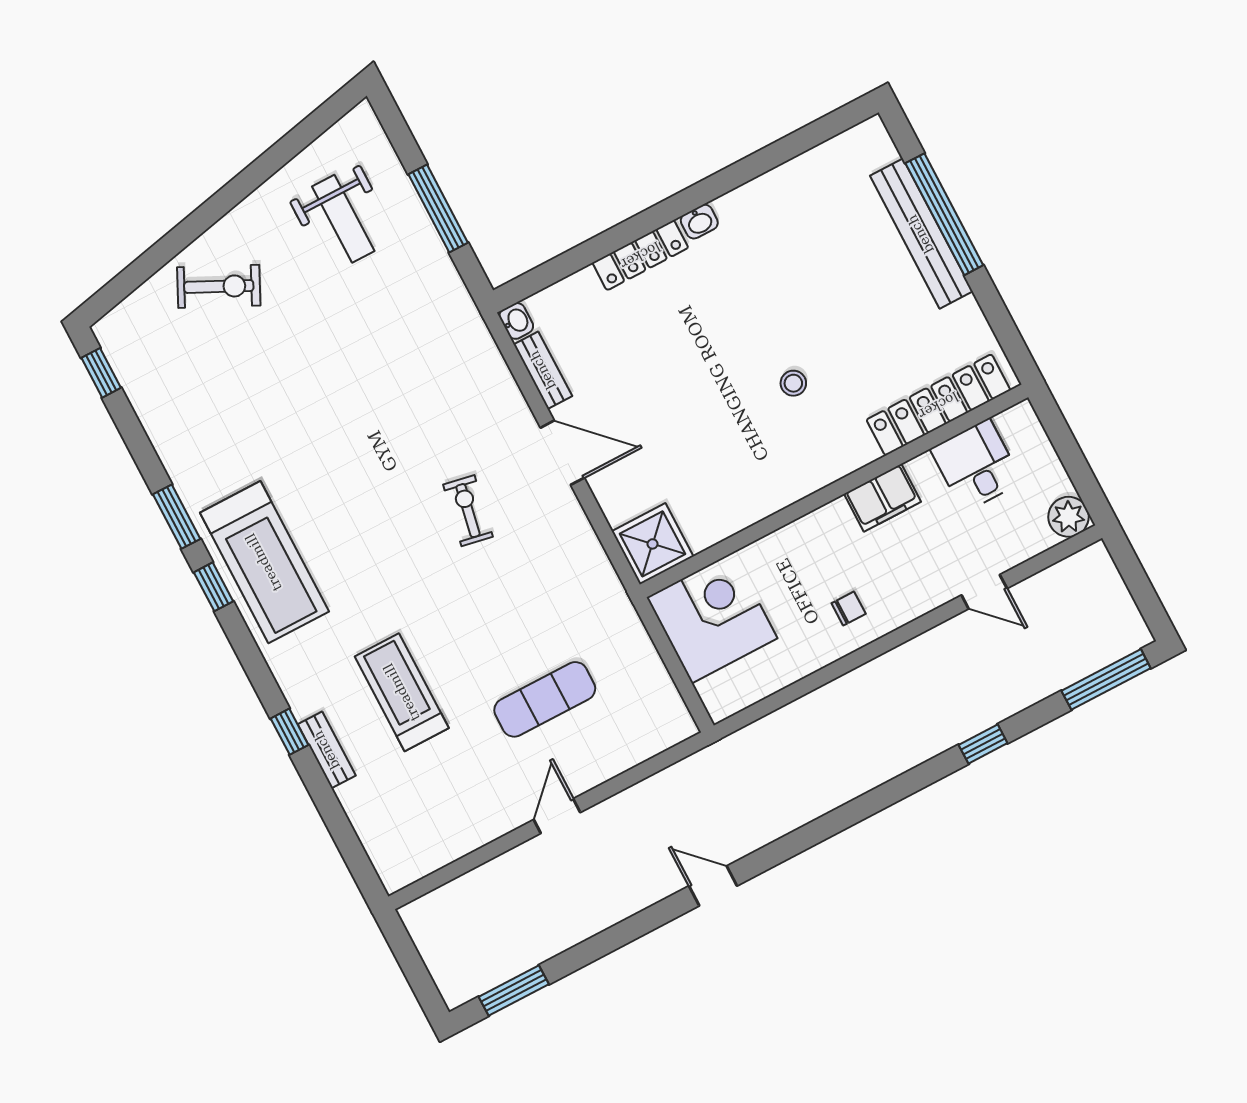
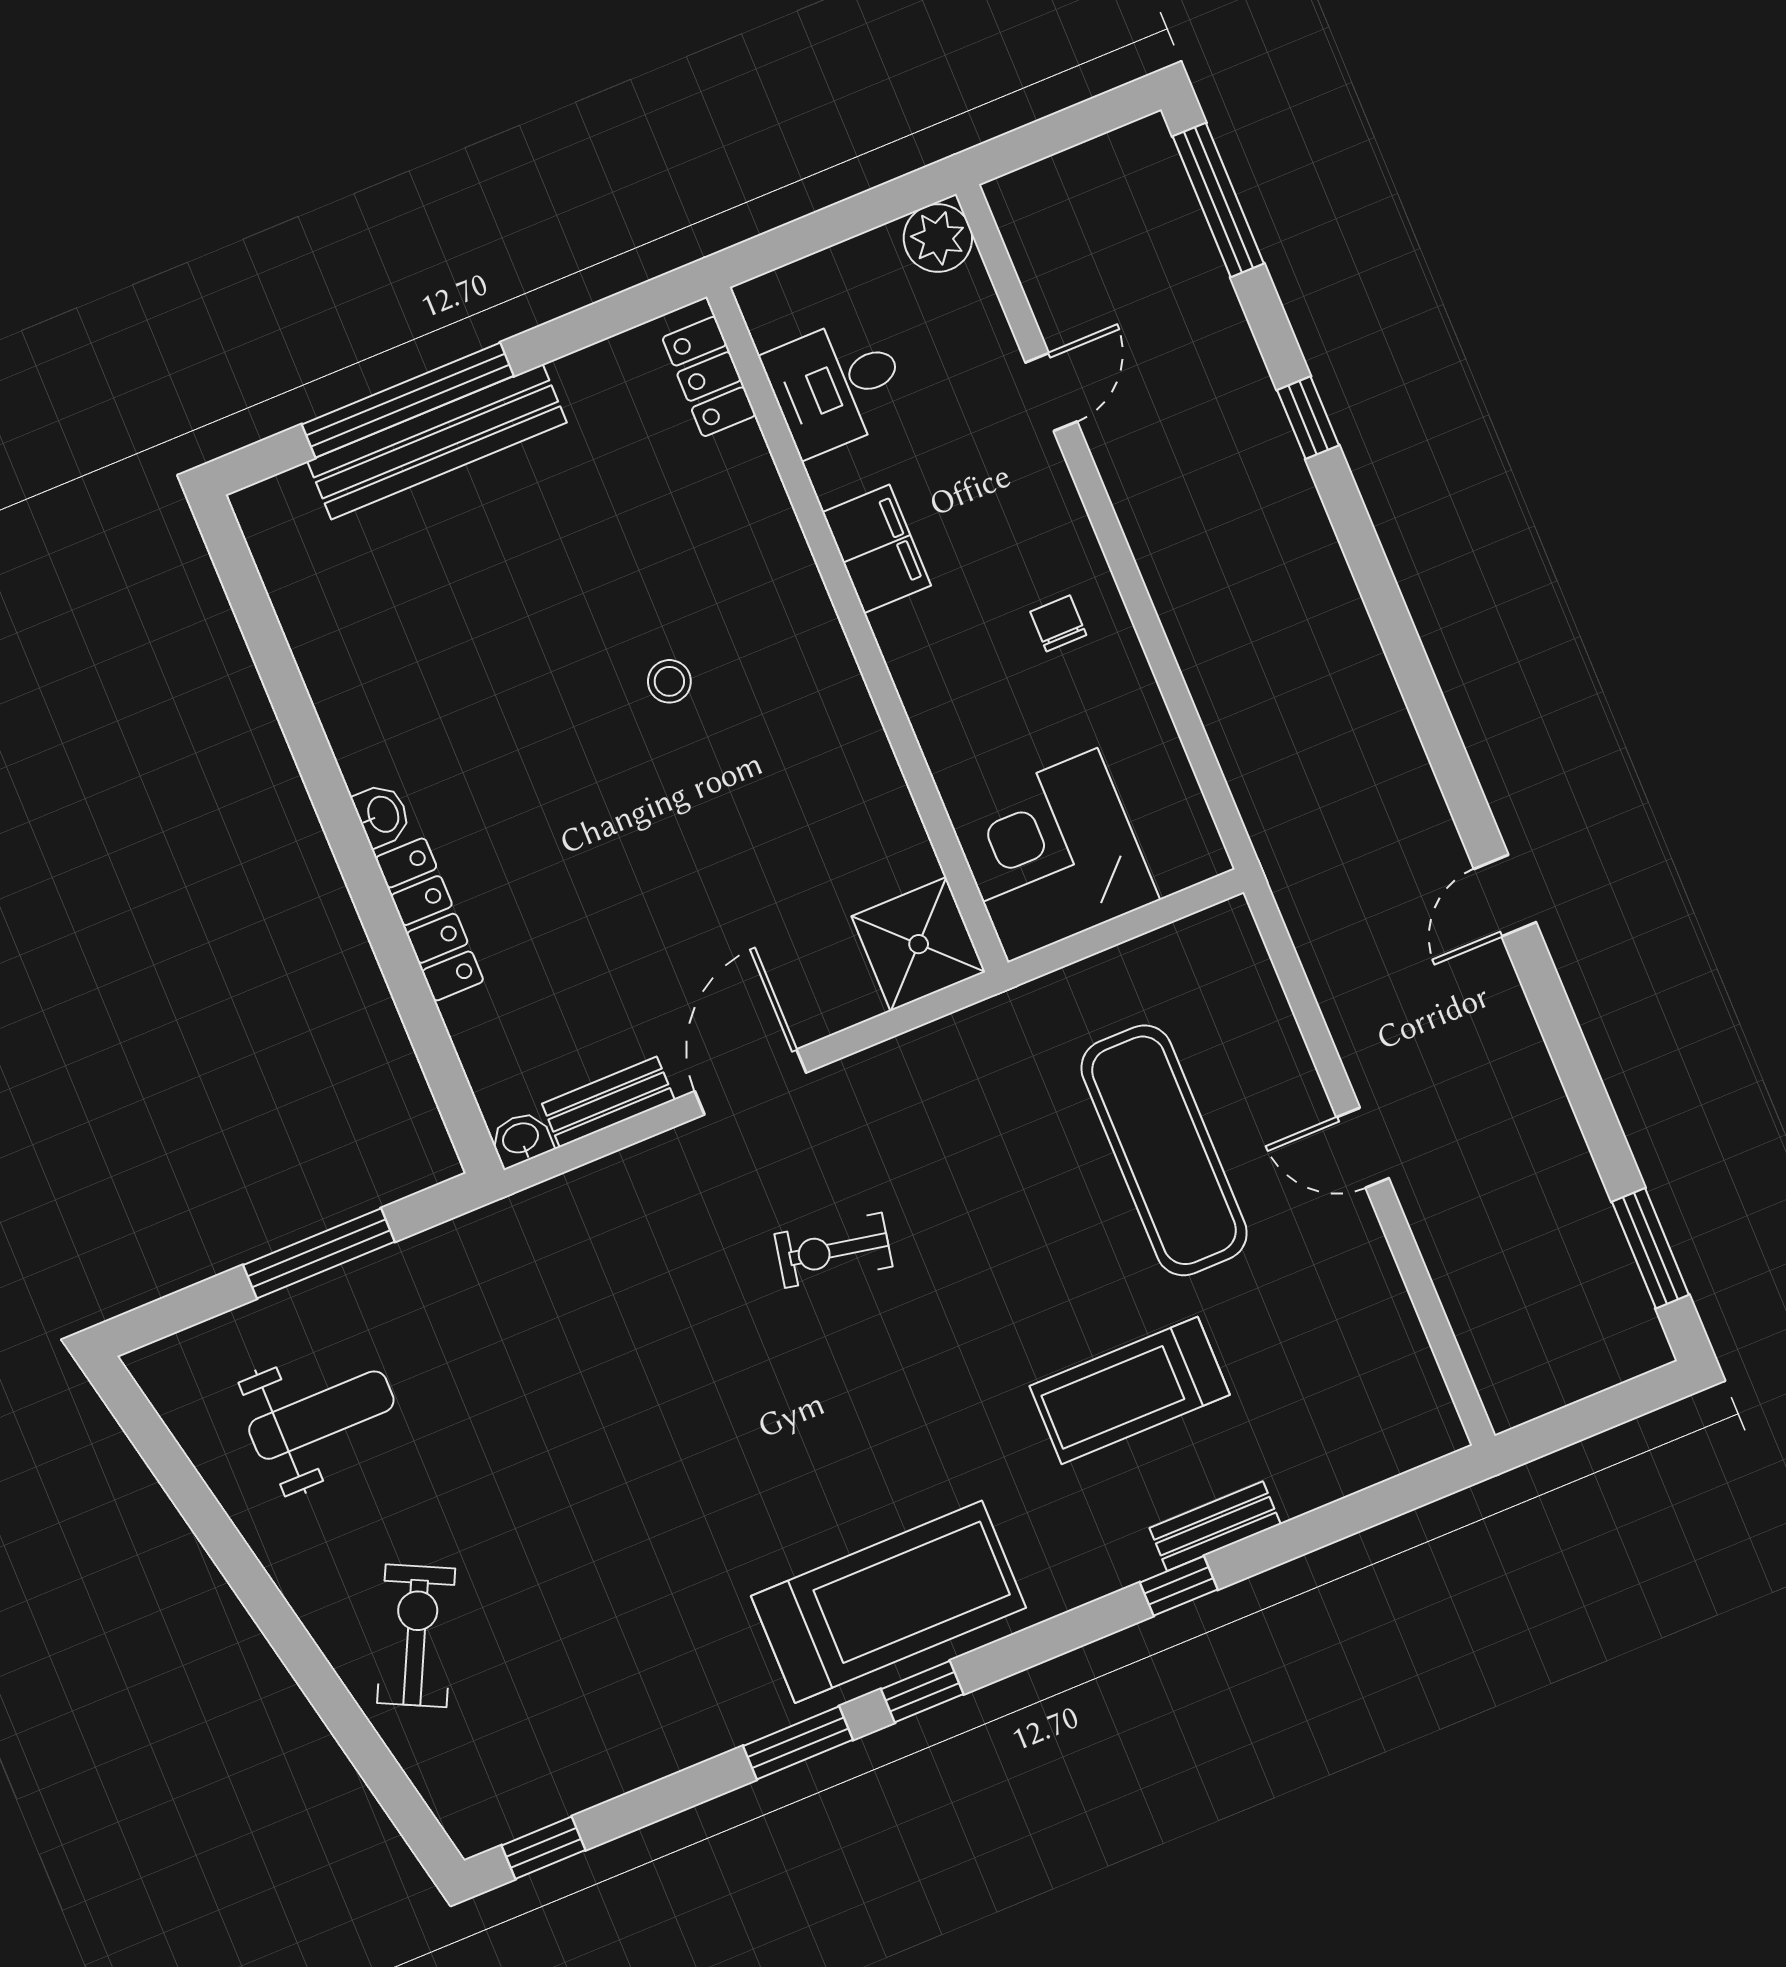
locker: (938, 405) -> (709, 376), width x0.46, depth x0.83
exercise mat: (545, 699) -> (1164, 1150), width x1.36, depth x1.45

